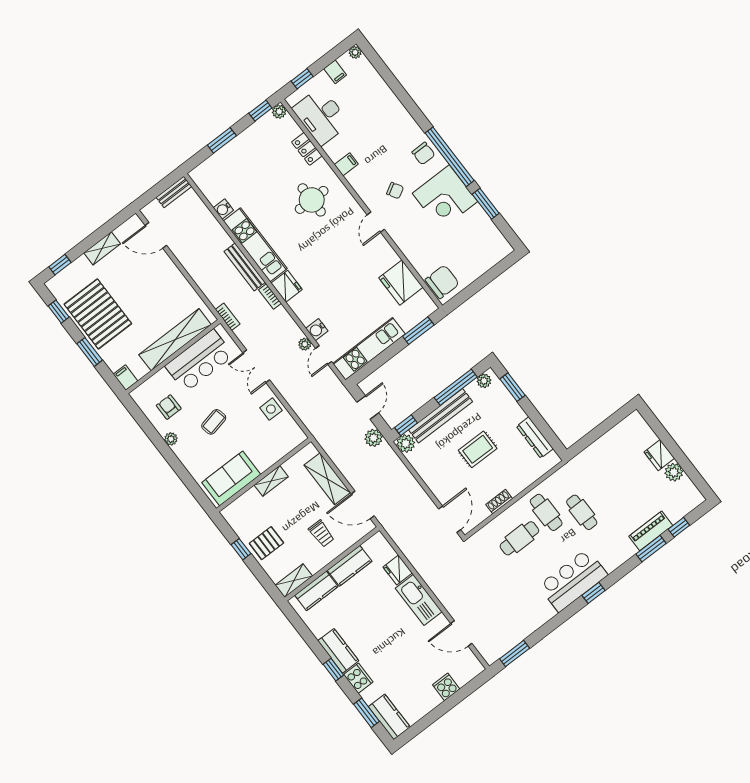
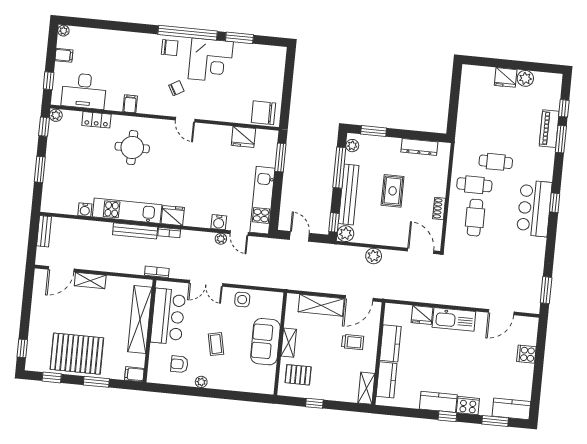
shelving: (102, 248) -> (90, 281), moved, turned 90
fridge: (401, 282) -> (243, 137), width x0.73, depth x0.75
chair: (442, 282) -> (263, 113), turned -90
plant: (374, 438) -> (374, 256), moved
sofa: (231, 478) -> (265, 342), moved
pallet: (266, 543) -> (298, 375), moved, turned 90

